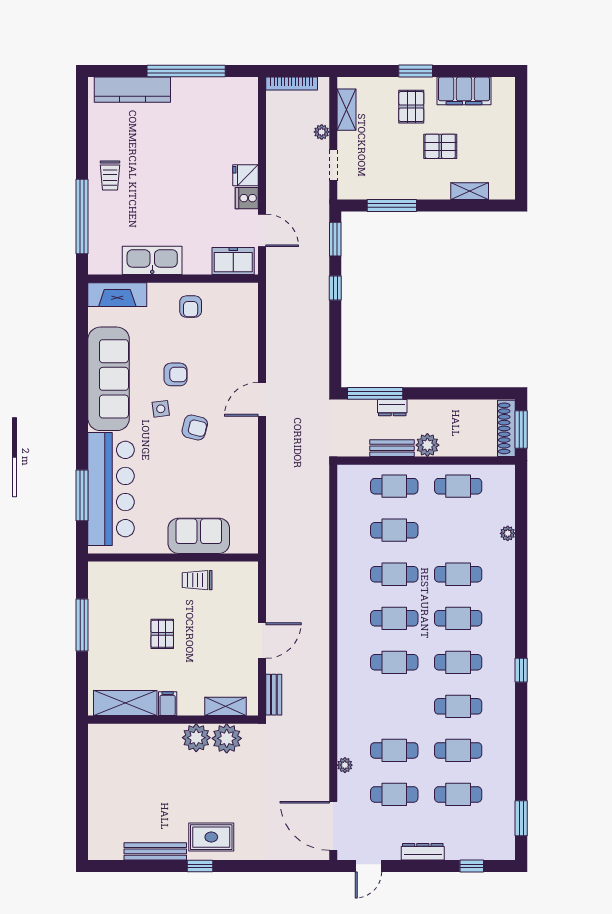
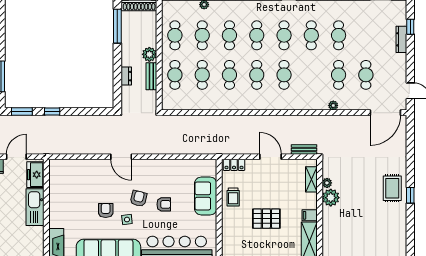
kitchen sink: (152, 260) -> (35, 207), moved
armchair: (191, 307) -> (164, 204), moved
window: (375, 393) -> (117, 26), moved
locker: (249, 582) -> (234, 165), added
pallet: (162, 634) -> (266, 219), width x1.50, depth x1.42
plant: (227, 738) -> (327, 183), width x0.53, depth x0.53
plant: (345, 765) -> (333, 105), moved
cafe table: (458, 794) -> (202, 35), moved
bench: (155, 851) -> (401, 223), removed
dresser: (423, 852) -> (401, 39), moved

